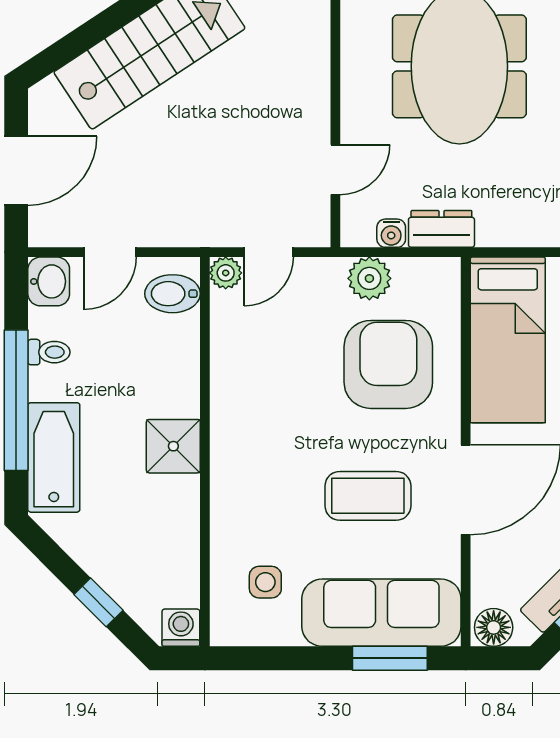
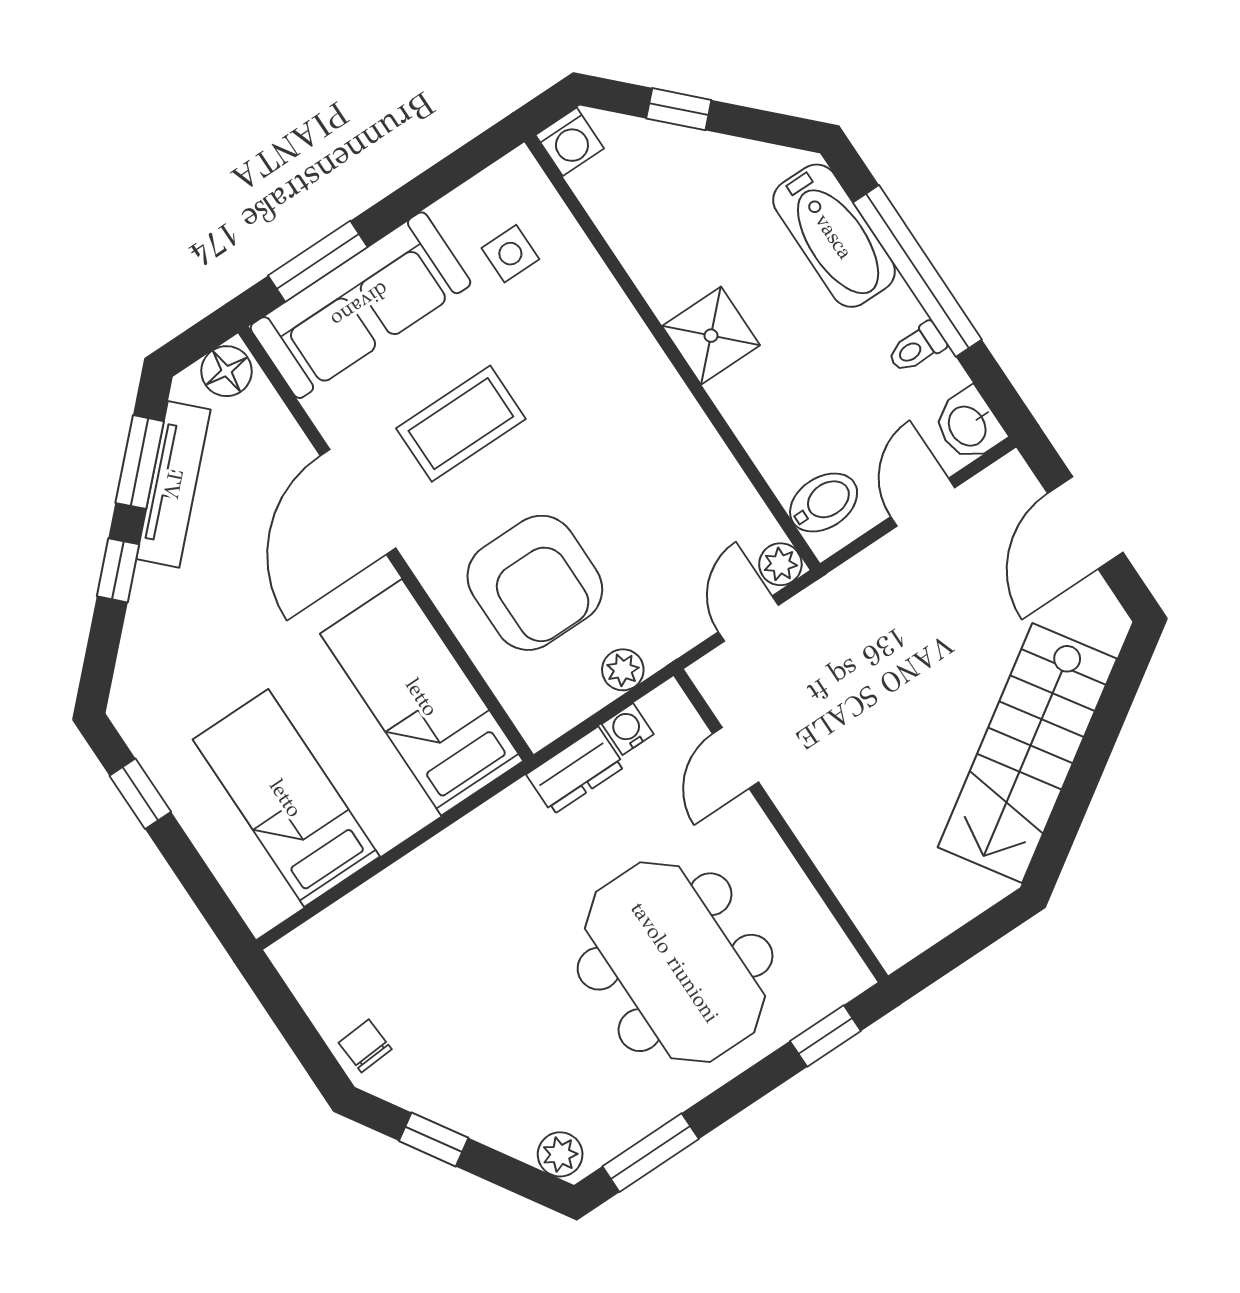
plant: (369, 278) -> (623, 670), width x0.73, depth x0.73

